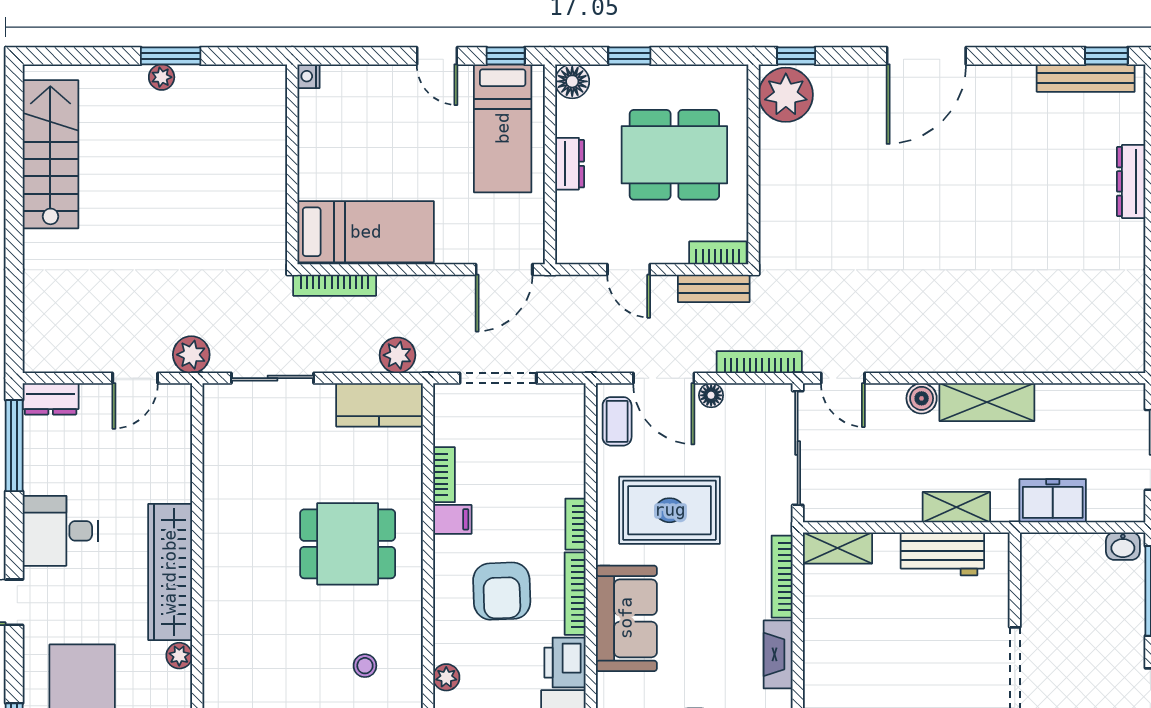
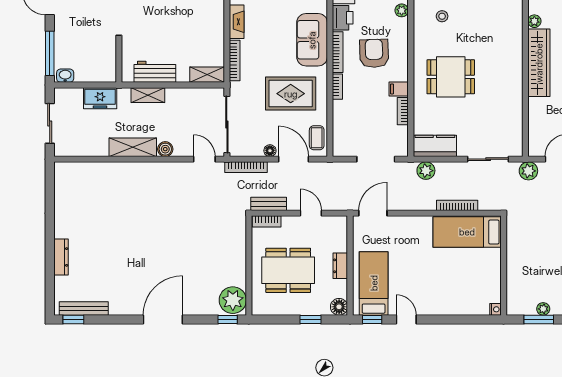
nightstand: (309, 76) -> (495, 309), moved
wall: (292, 164) -> (504, 265), moved
bed: (366, 232) -> (467, 232), moved

